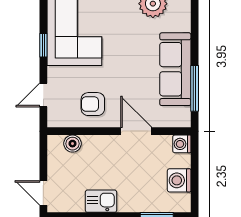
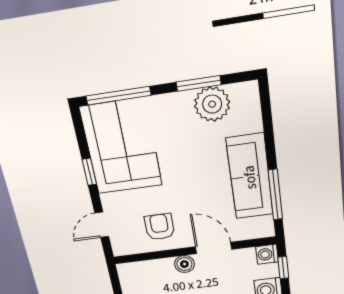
armchair: (93, 104) -> (160, 227), turned 90
boiler: (72, 144) -> (184, 264), moved
window: (195, 159) -> (283, 268), added

